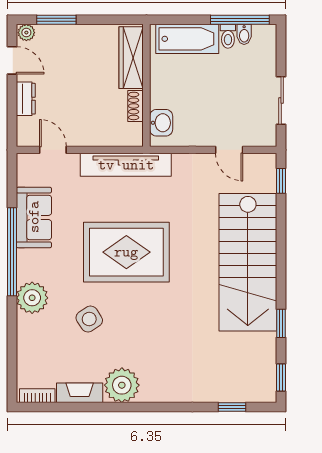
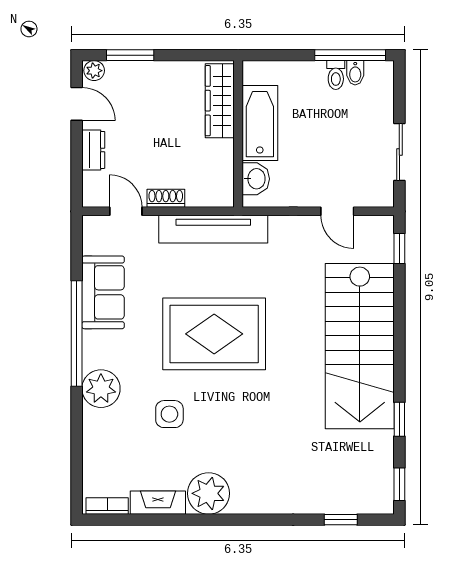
bathtub: (187, 39) -> (260, 123), moved, turned -90
shoe rack: (136, 106) -> (166, 198), moved, turned 90
side table: (89, 319) -> (169, 414), turned 33

